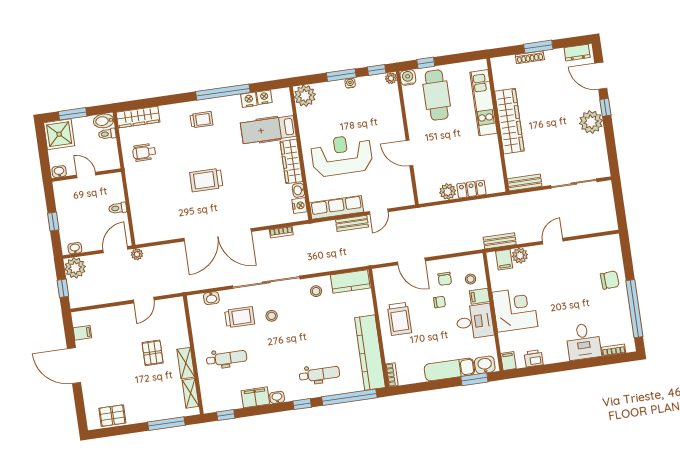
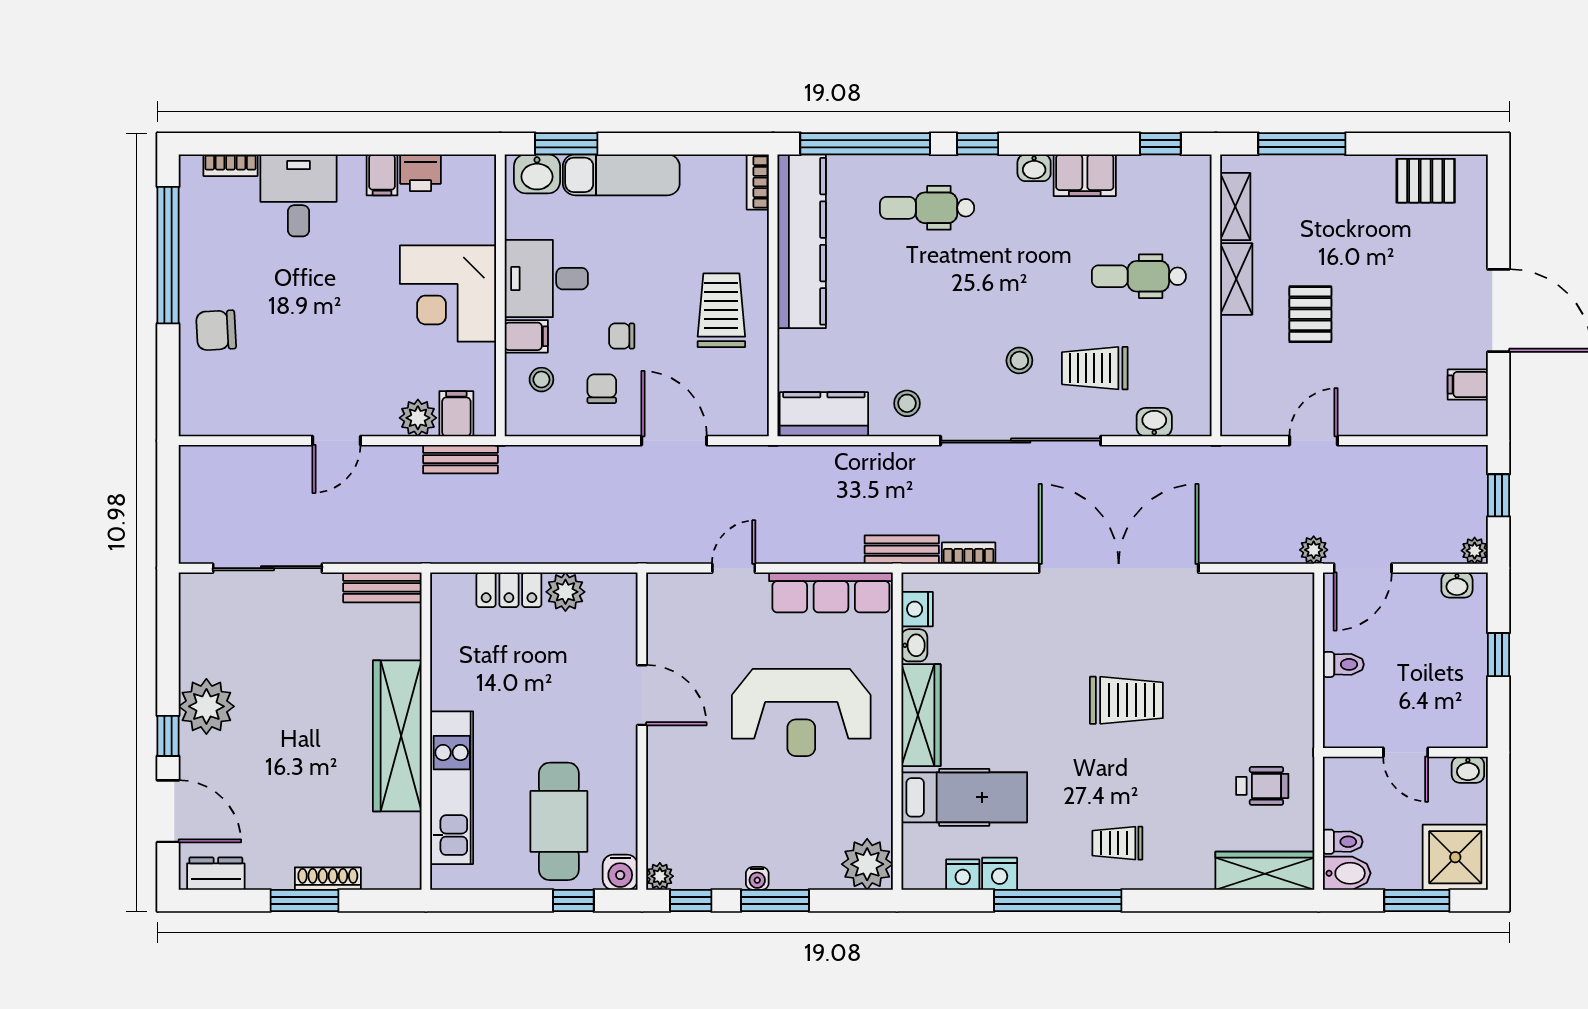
bench: (352, 223) -> (902, 550), moved
plant: (75, 268) -> (1475, 551), width x0.53, depth x0.53
filing cabinet: (508, 361) -> (382, 175), moved

